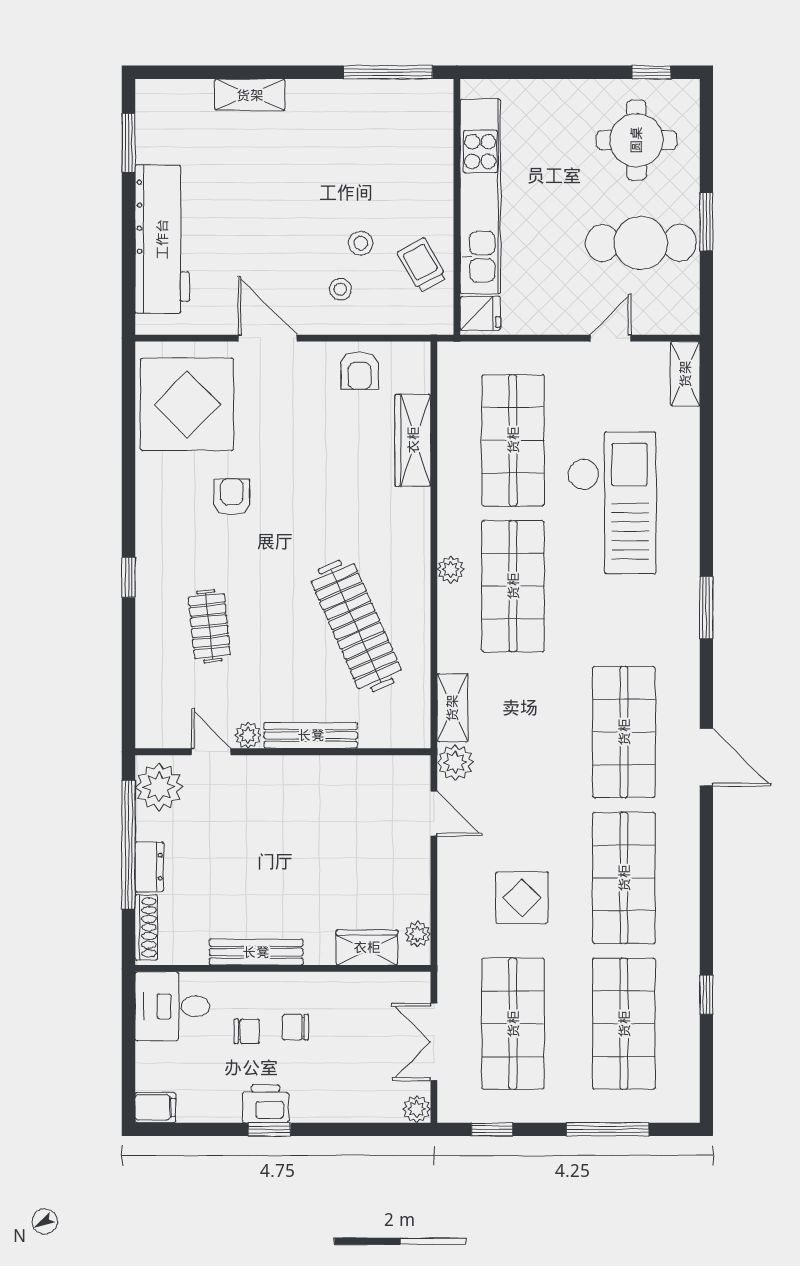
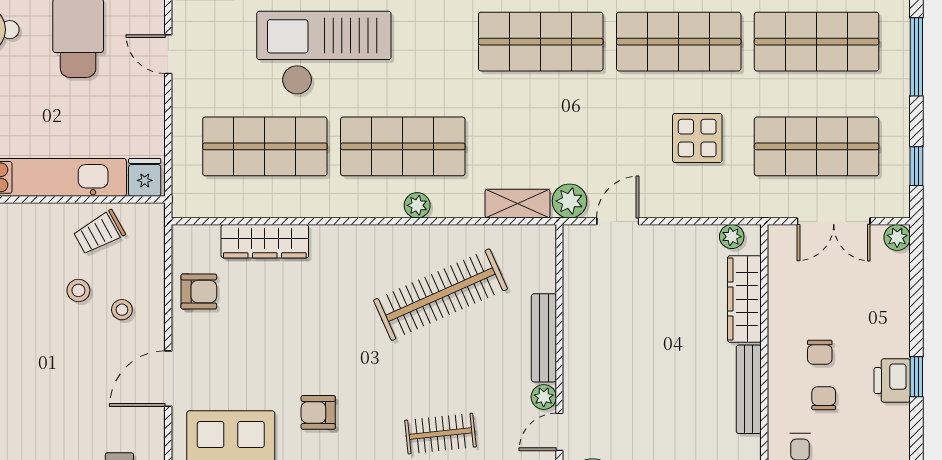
plant: (451, 569) -> (417, 205), moved
wardrobe: (367, 947) -> (744, 299), width x1.50

